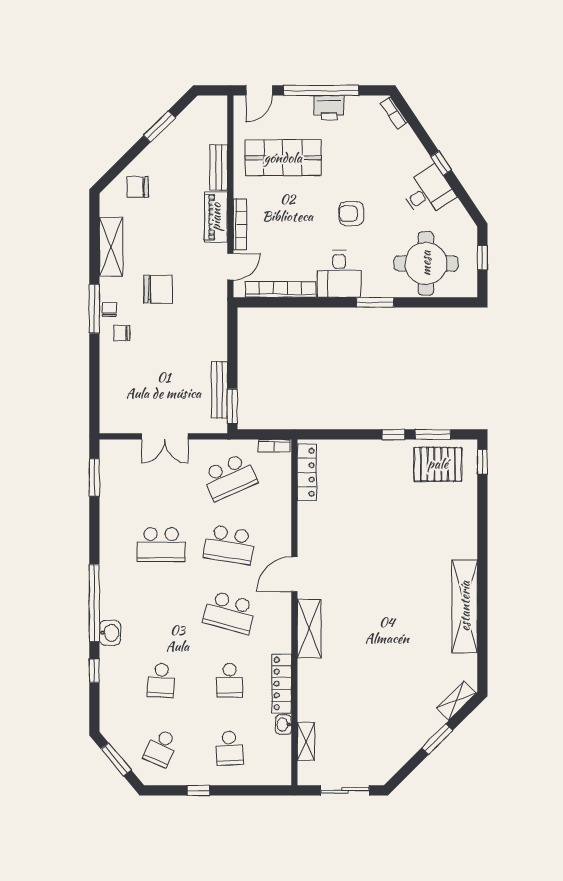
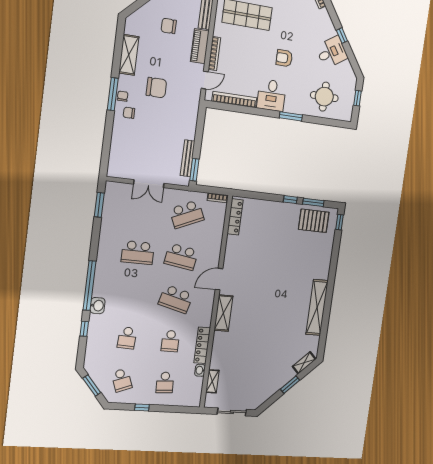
chair: (138, 187) -> (169, 26), moved
round table: (426, 263) -> (324, 97), width x0.73, depth x0.73
school desk: (161, 748) -> (122, 380), turned -45

